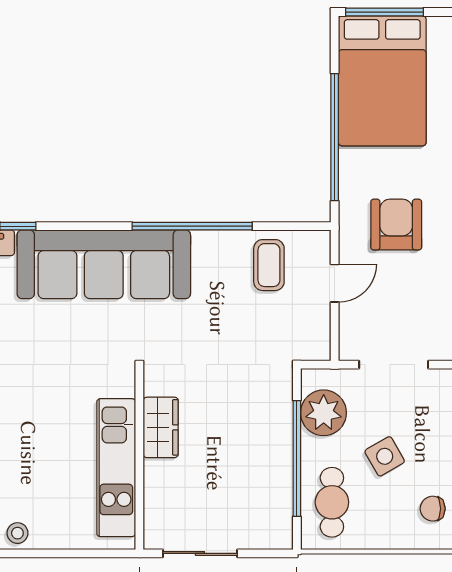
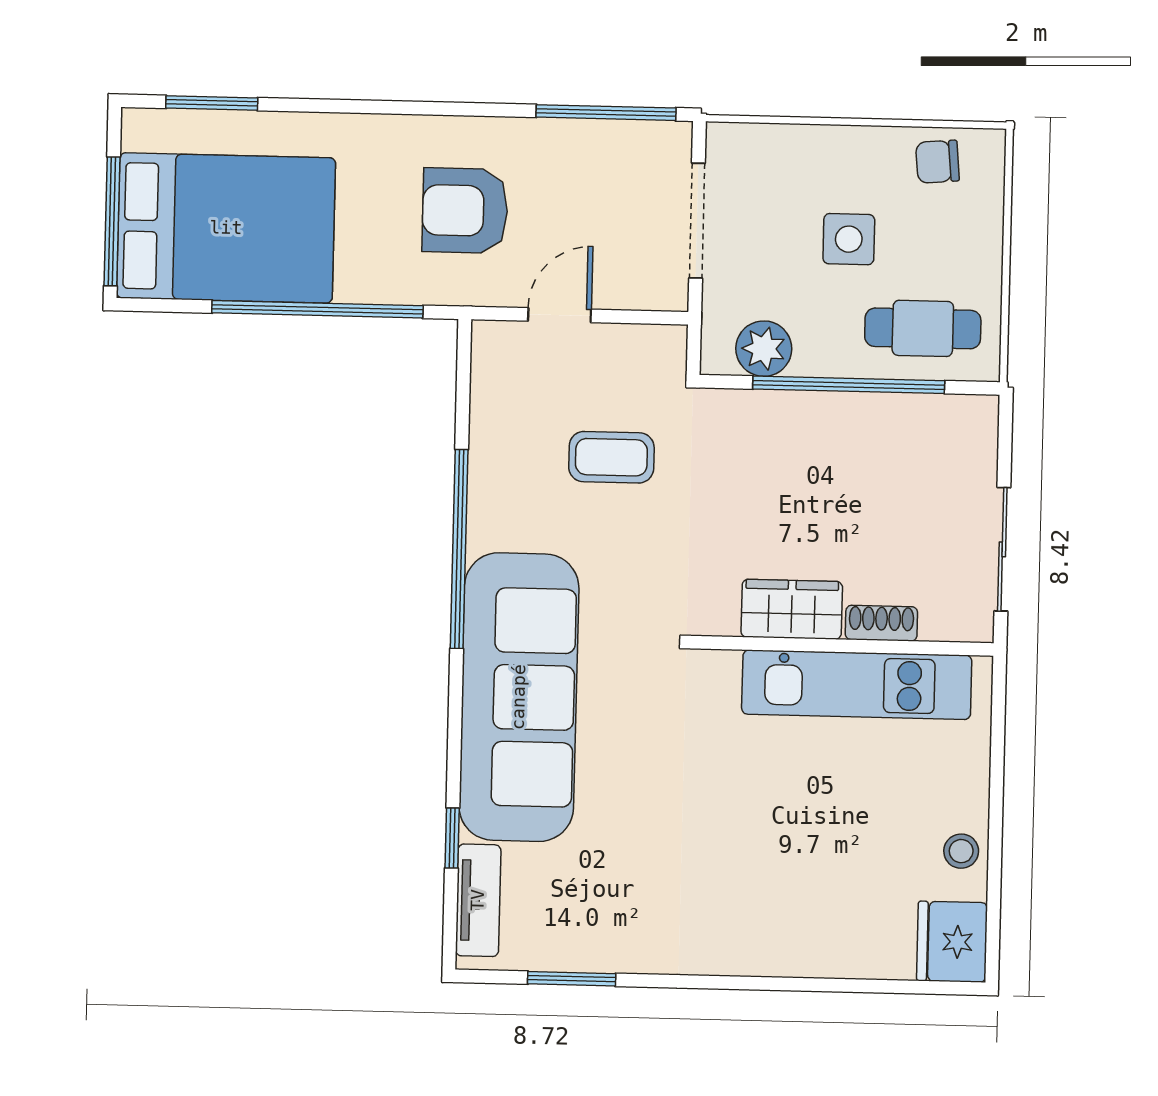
coffee table: (269, 265) -> (611, 457), moved
door: (335, 283) -> (560, 315), hinge flipped
plant: (324, 413) -> (764, 349), width x0.73, depth x0.73
side table: (385, 456) -> (849, 239), turned 30
shoe rack: (154, 482) -> (881, 623), added
chair: (433, 509) -> (938, 162), turned 85

